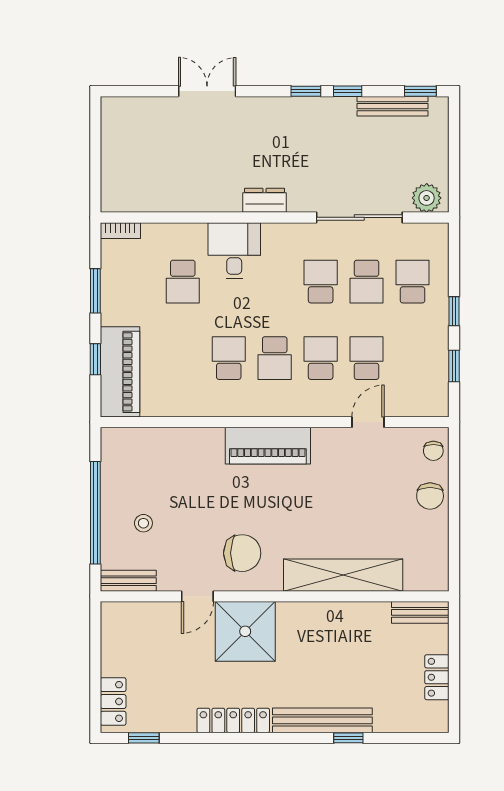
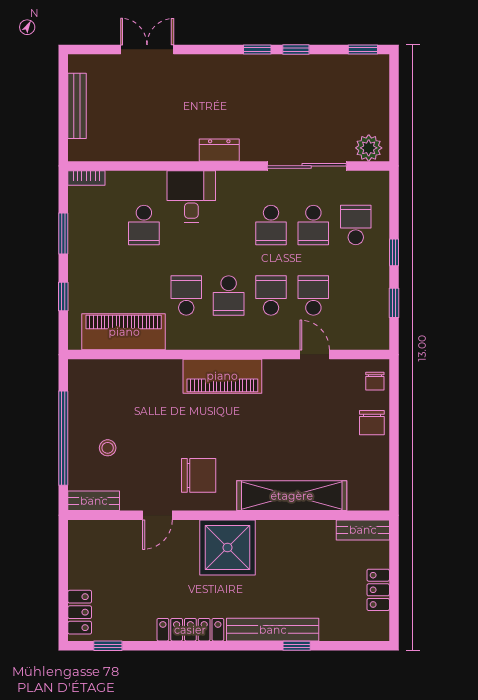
double door: (207, 91) -> (147, 49), moved
bench: (392, 106) -> (77, 106), moved, turned 90
school desk: (321, 282) -> (271, 225), turned 180
piano: (120, 372) -> (124, 332), moved, turned -90
door: (368, 422) -> (315, 355), hinge flipped
shower: (245, 631) -> (227, 548), moved

